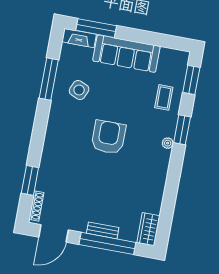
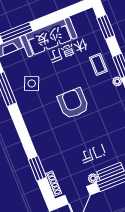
coffee table: (164, 97) -> (98, 64), moved
plant: (80, 226) -> (93, 178), added

